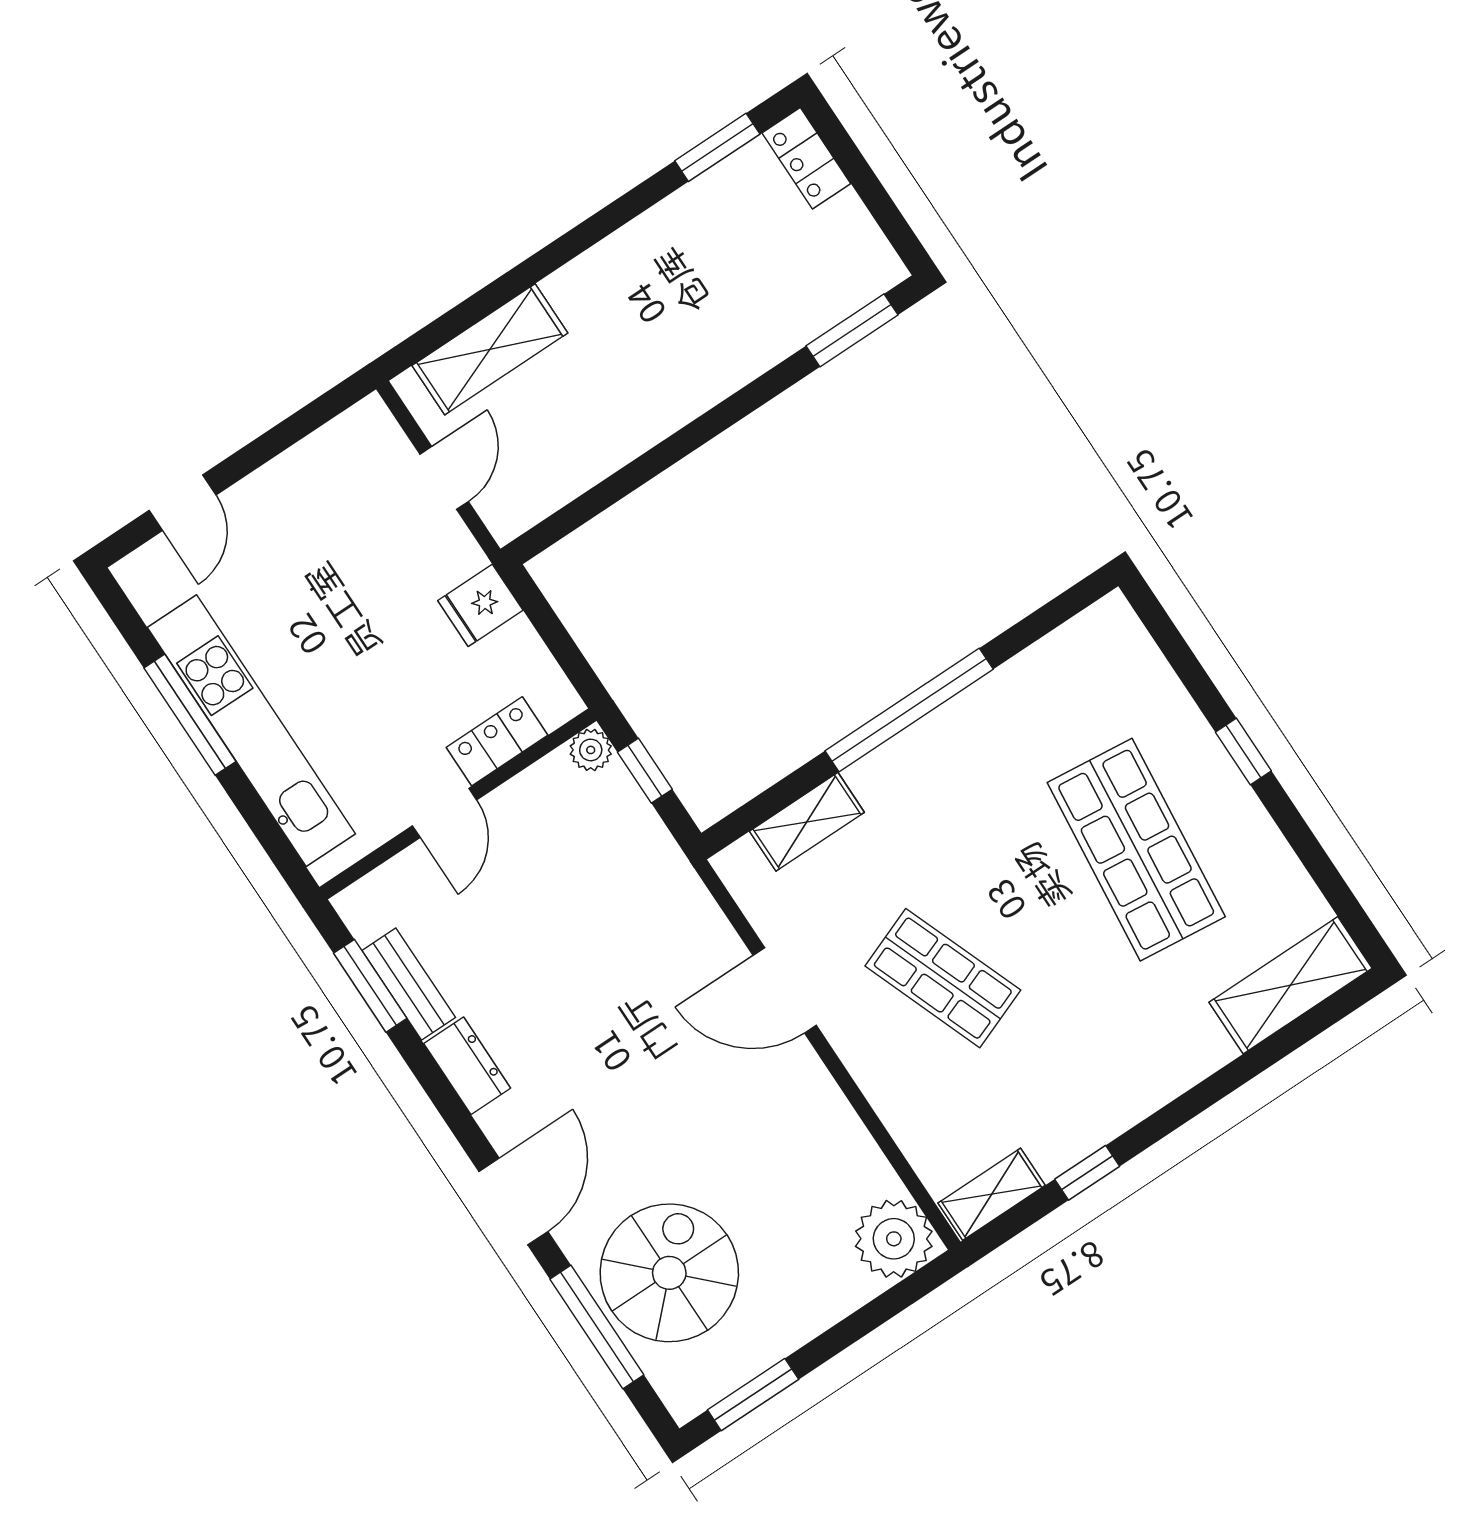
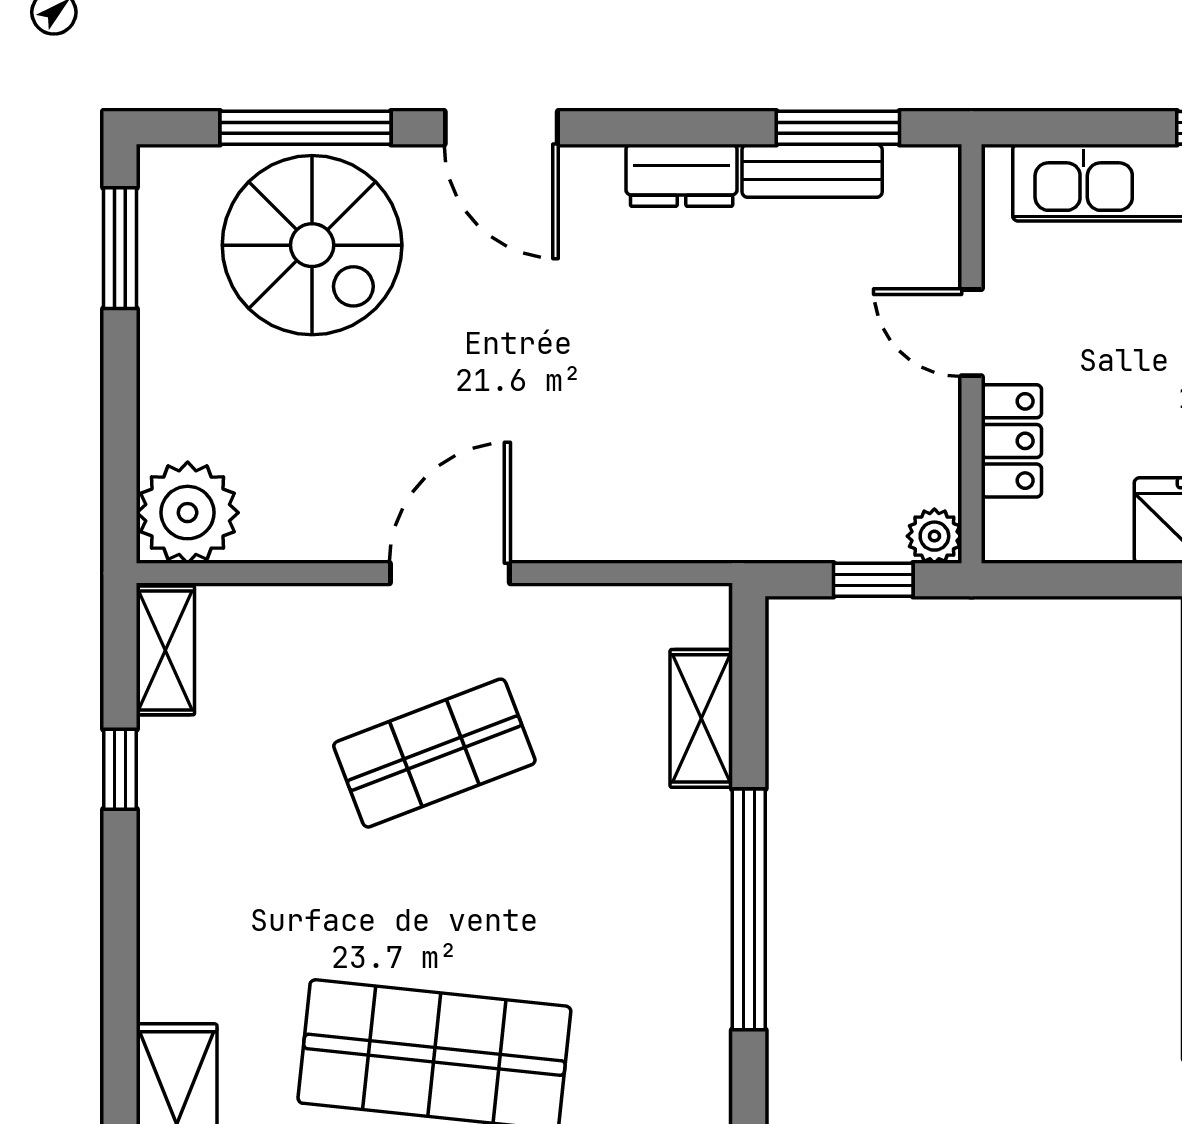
door: (785, 990) -> (450, 573), moved

